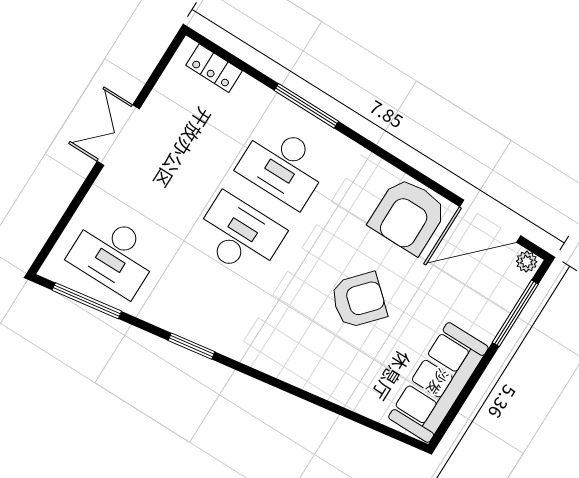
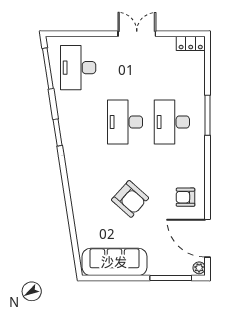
locker: (214, 68) -> (191, 43), moved, turned -90
armchair: (408, 216) -> (185, 197), width x0.53, depth x0.53
desk: (239, 236) -> (125, 122), turned 180

